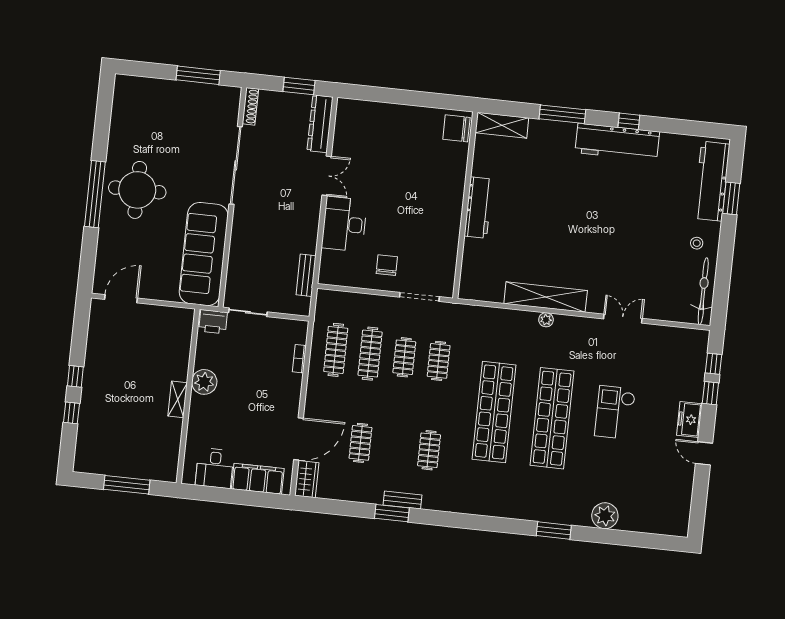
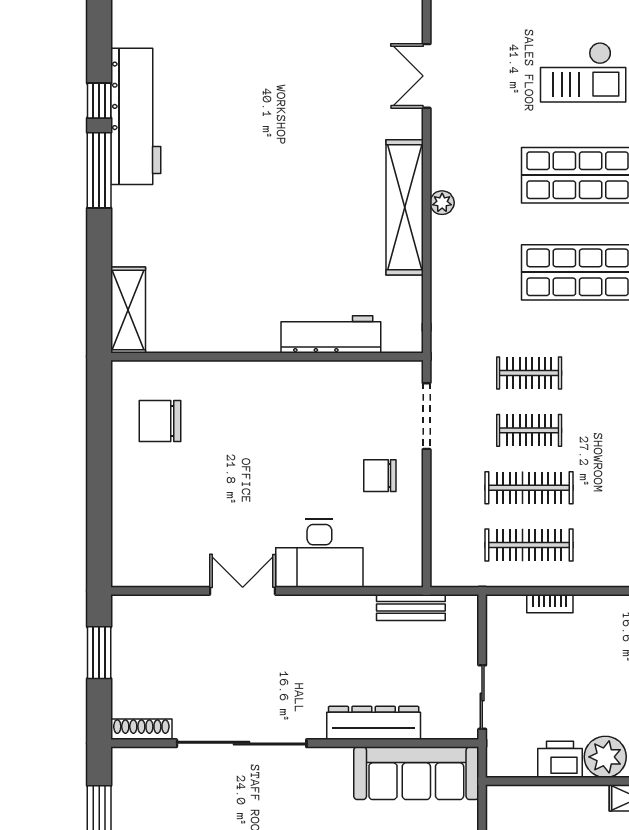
window: (562, 114) -> (99, 170), moved
dresser: (320, 124) -> (374, 723), moved, turned 180
chair: (456, 128) -> (160, 421), moved, turned 90
workbench: (478, 208) -> (331, 334), moved
sofa: (204, 254) -> (416, 773), width x0.74, depth x0.79
printer: (213, 322) -> (560, 759), moved, turned -90

